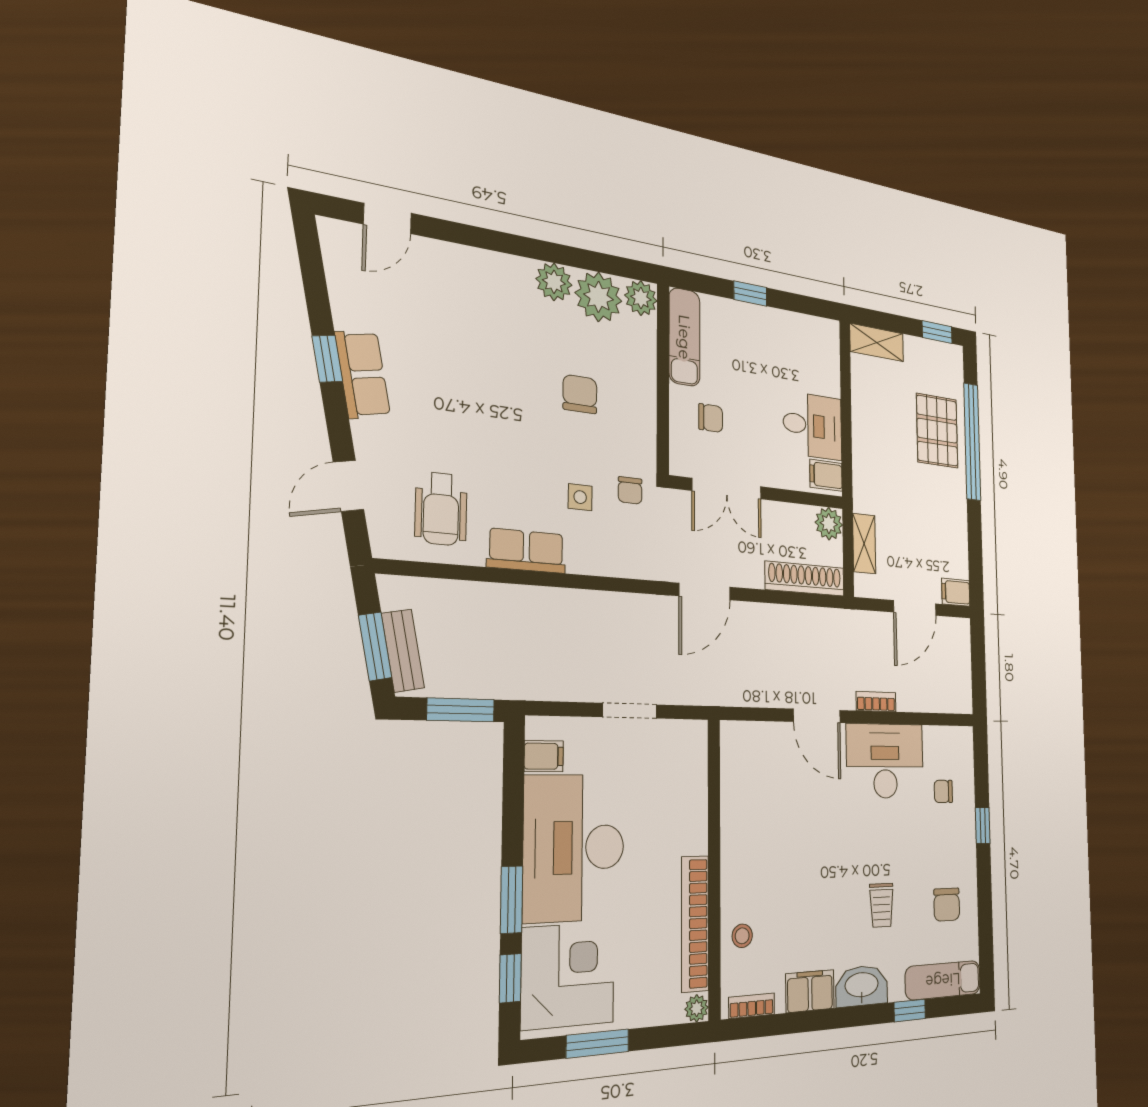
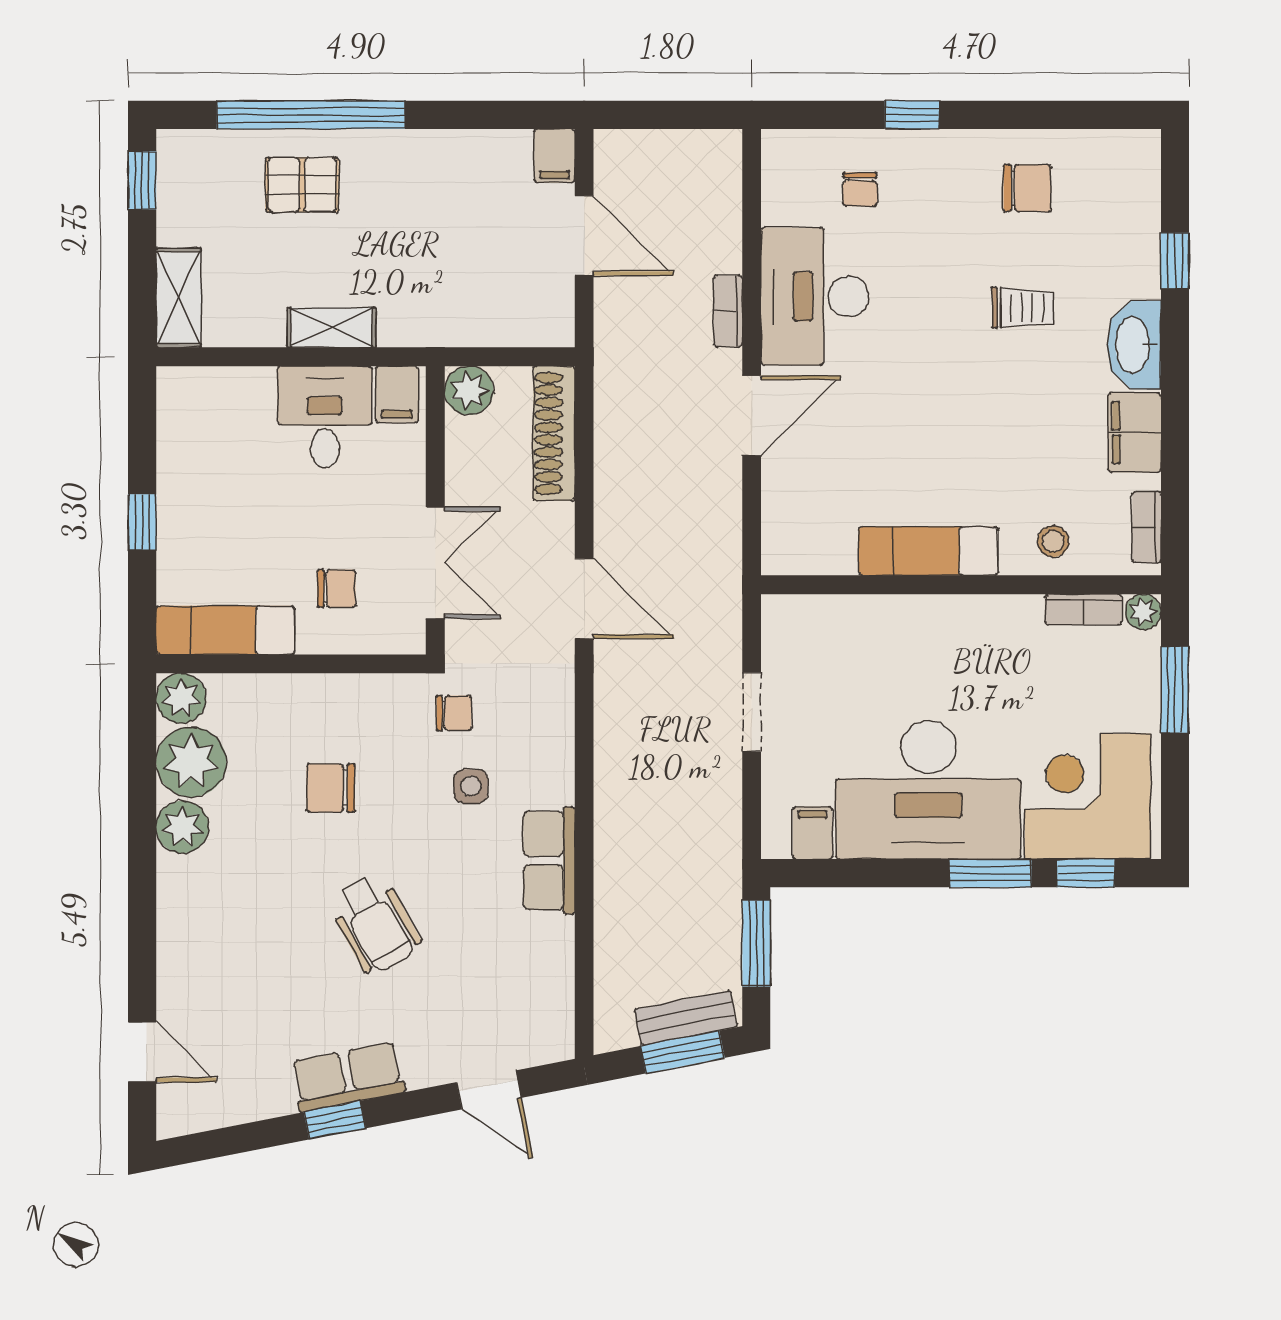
chair: (711, 418) -> (337, 588), turned 90
pallet: (937, 431) -> (302, 185), width x0.67, depth x0.71
wheelchair: (441, 509) -> (375, 924), moved, turned 61
shelving: (864, 543) -> (332, 328), moved
bookcase: (695, 924) -> (1083, 609), width x0.43, depth x0.76
exam couch: (943, 980) -> (928, 551), moved, turned 90
window: (598, 1044) -> (1175, 690), moved

